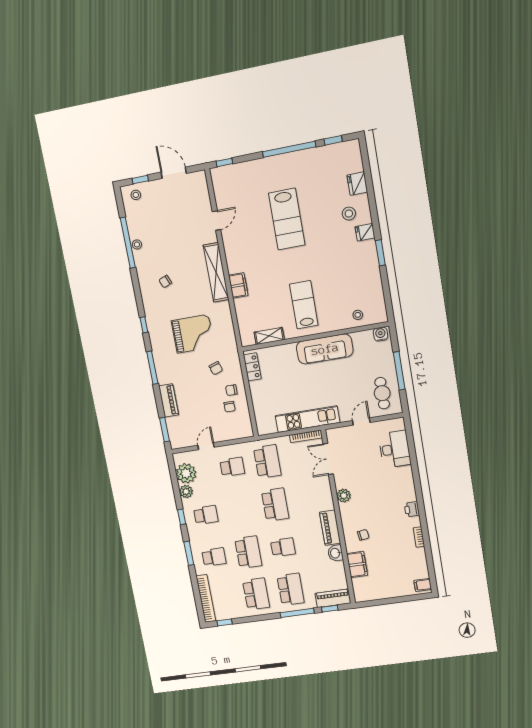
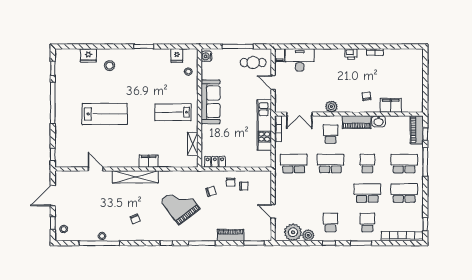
fridge: (365, 232) -> (177, 56), moved
grand piano: (193, 334) -> (180, 205), turned -37
school desk: (232, 467) -> (330, 134), moved
filing cabinet: (423, 585) -> (280, 55), moved

